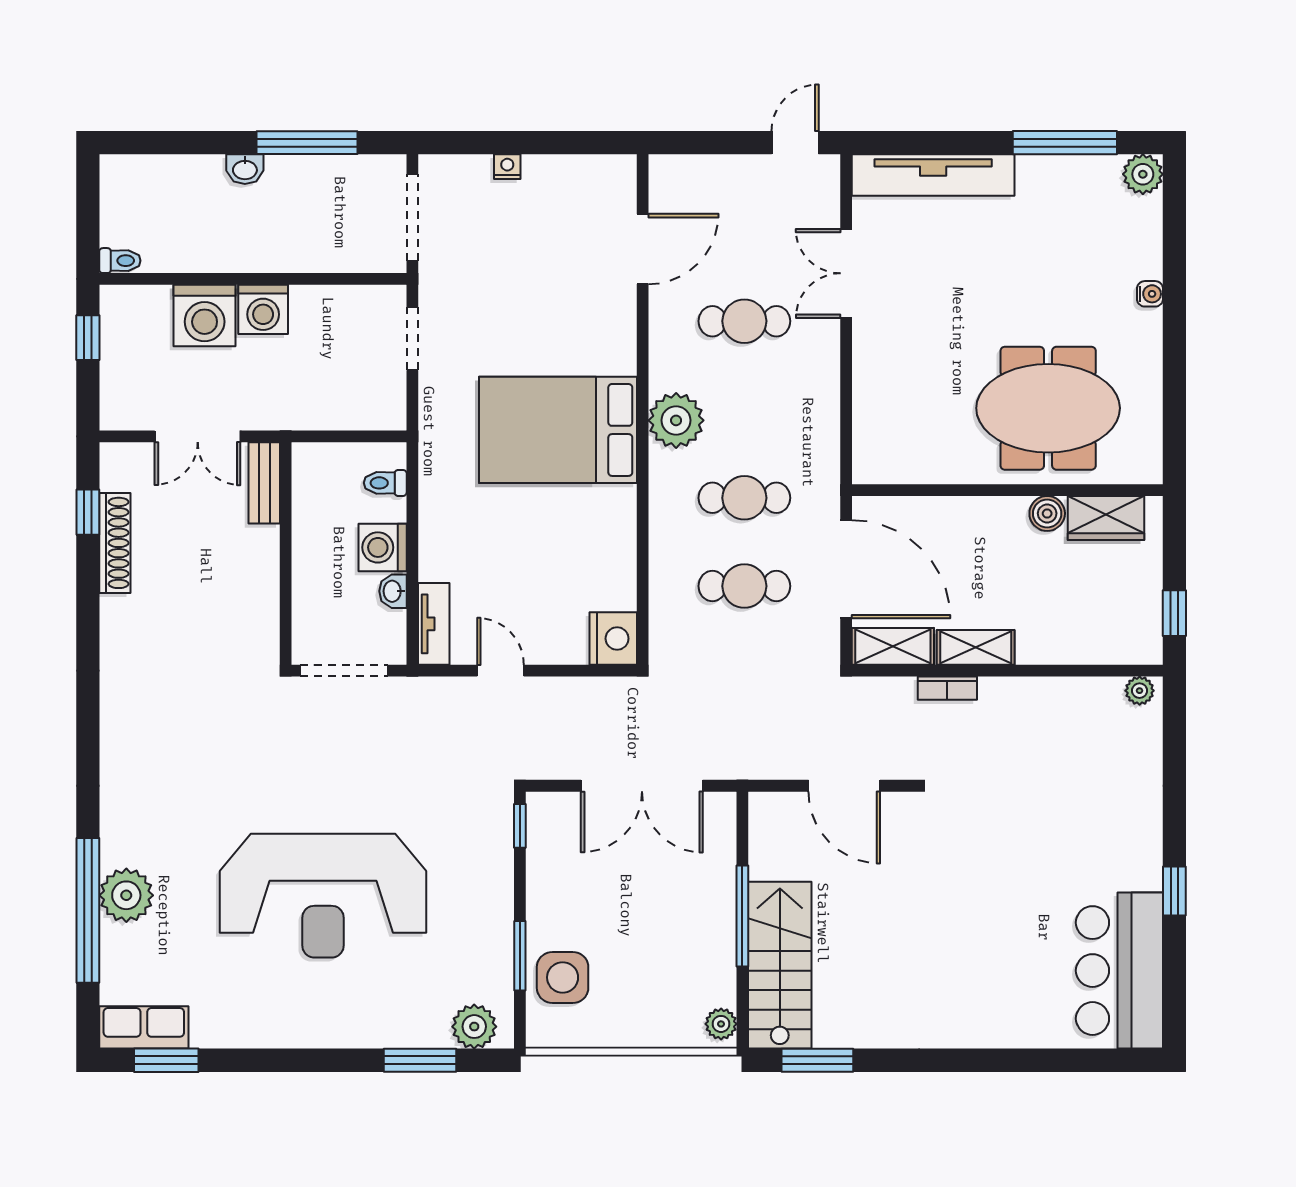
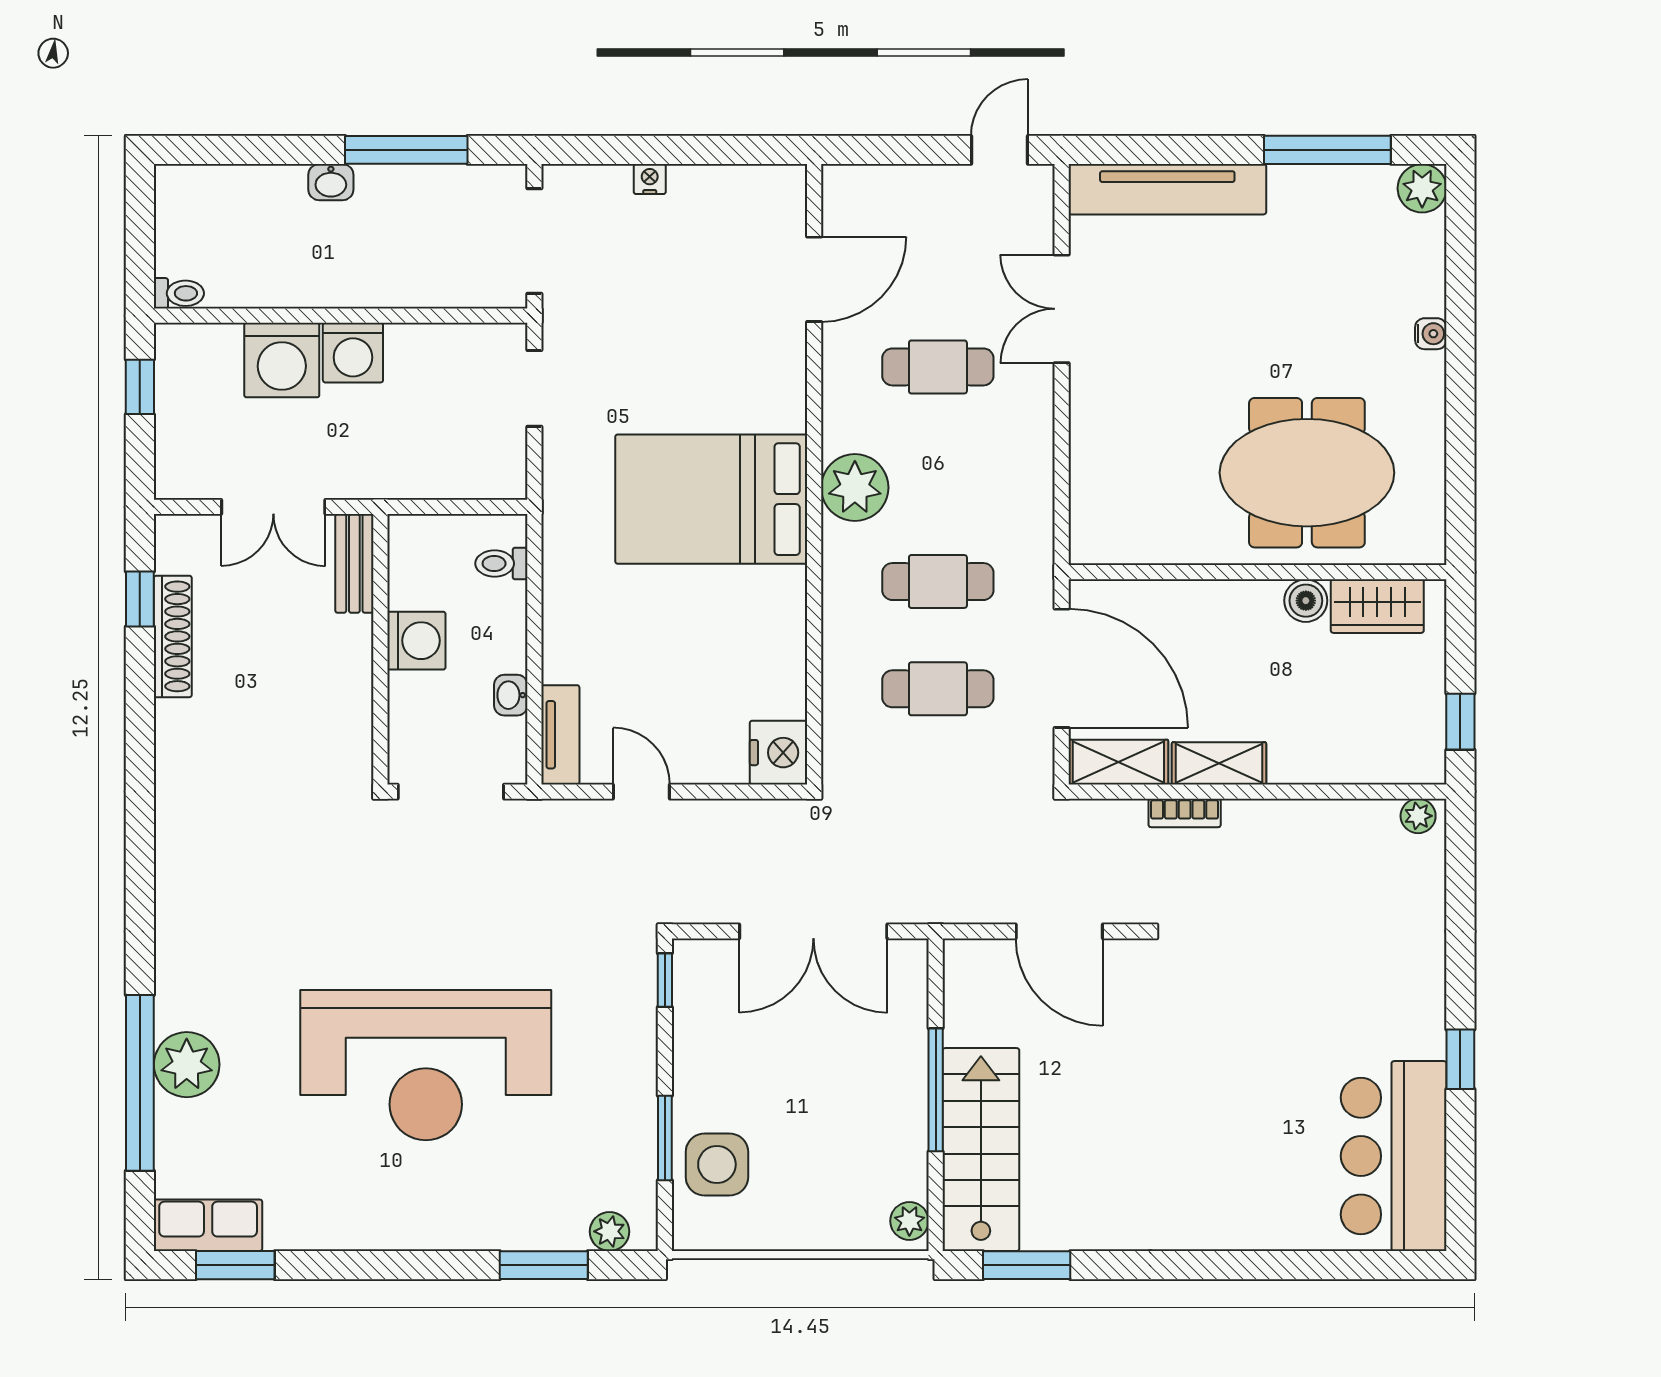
washing machine: (383, 547) -> (416, 641), moved, turned 180
plant: (474, 1027) -> (610, 1231), width x0.73, depth x0.73

